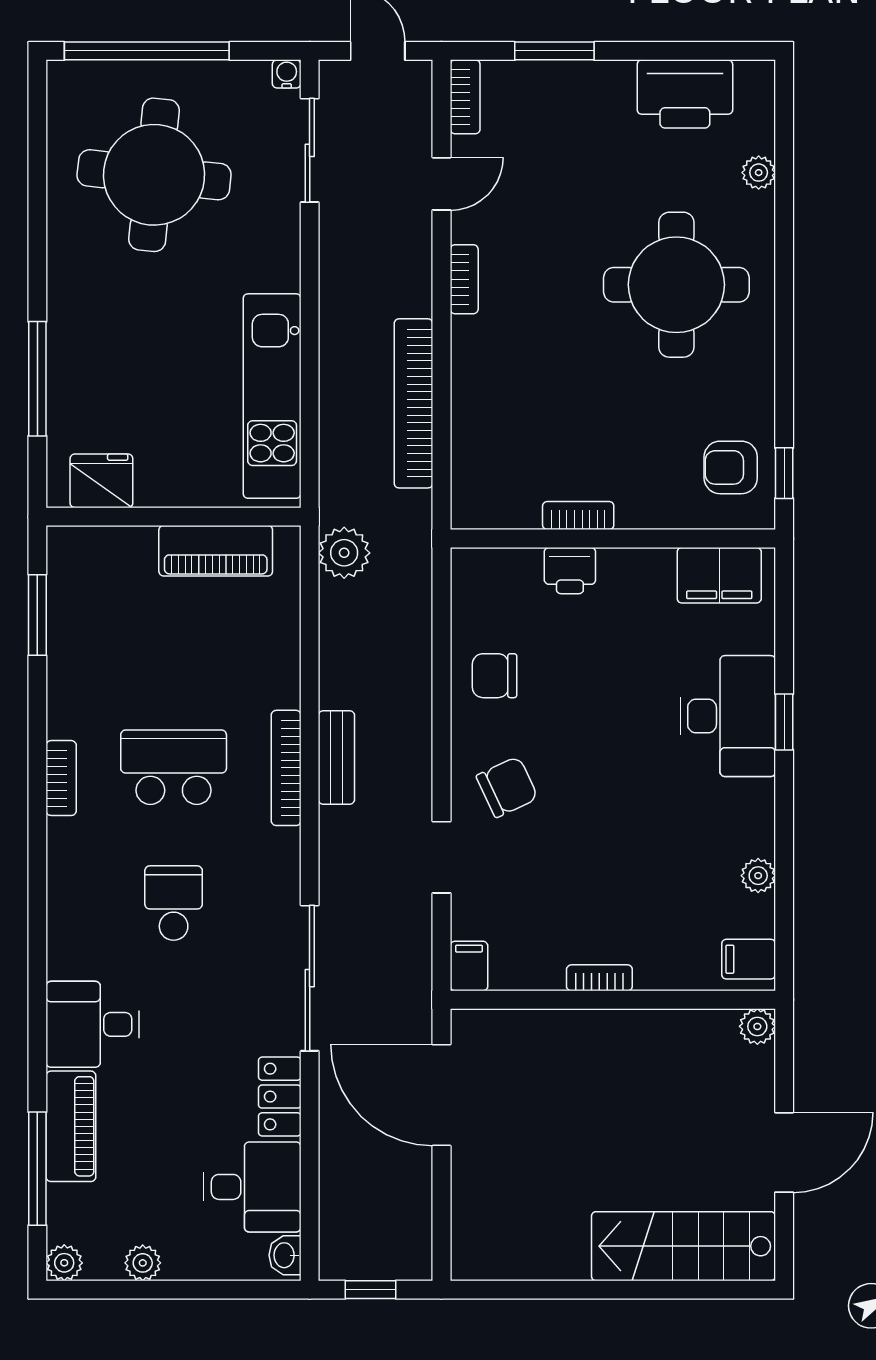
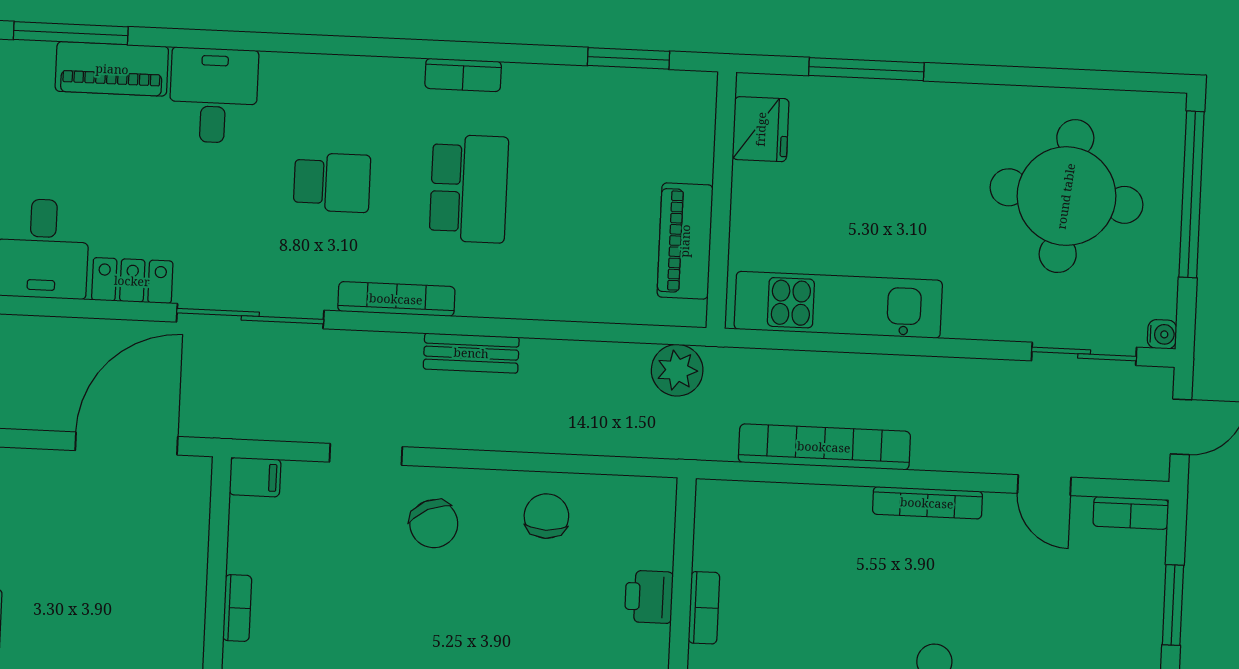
bookcase: (464, 279) -> (927, 503), width x1.56
bookcase: (286, 768) -> (396, 299), moved

